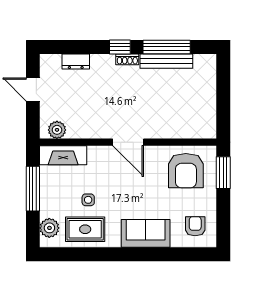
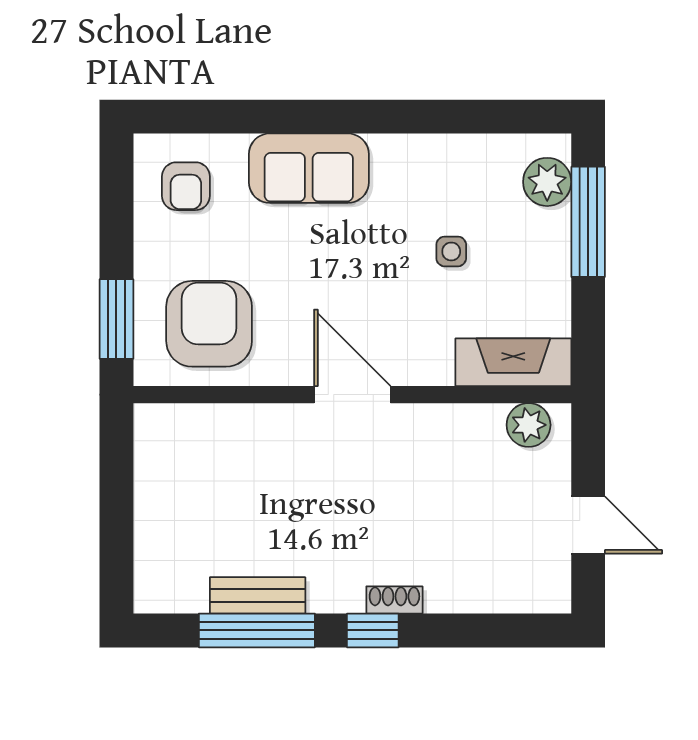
shoe rack: (127, 59) -> (394, 600), moved
dresser: (76, 61) -> (482, 594), removed
bench: (166, 61) -> (258, 595), width x0.73
window: (33, 189) -> (588, 222), moved
rug: (85, 229) -> (459, 179), removed

